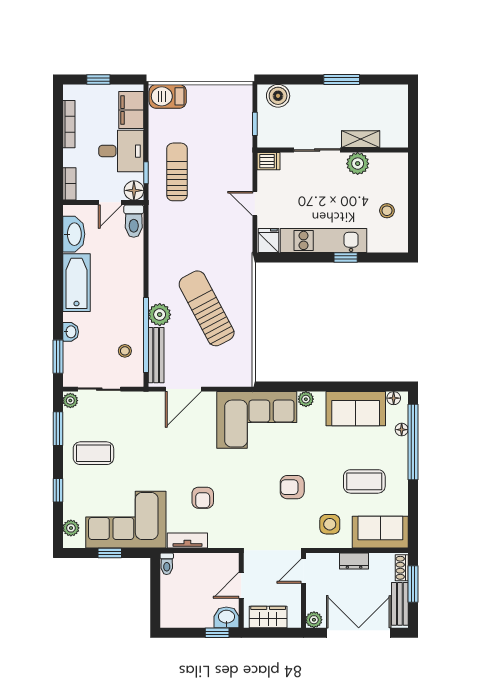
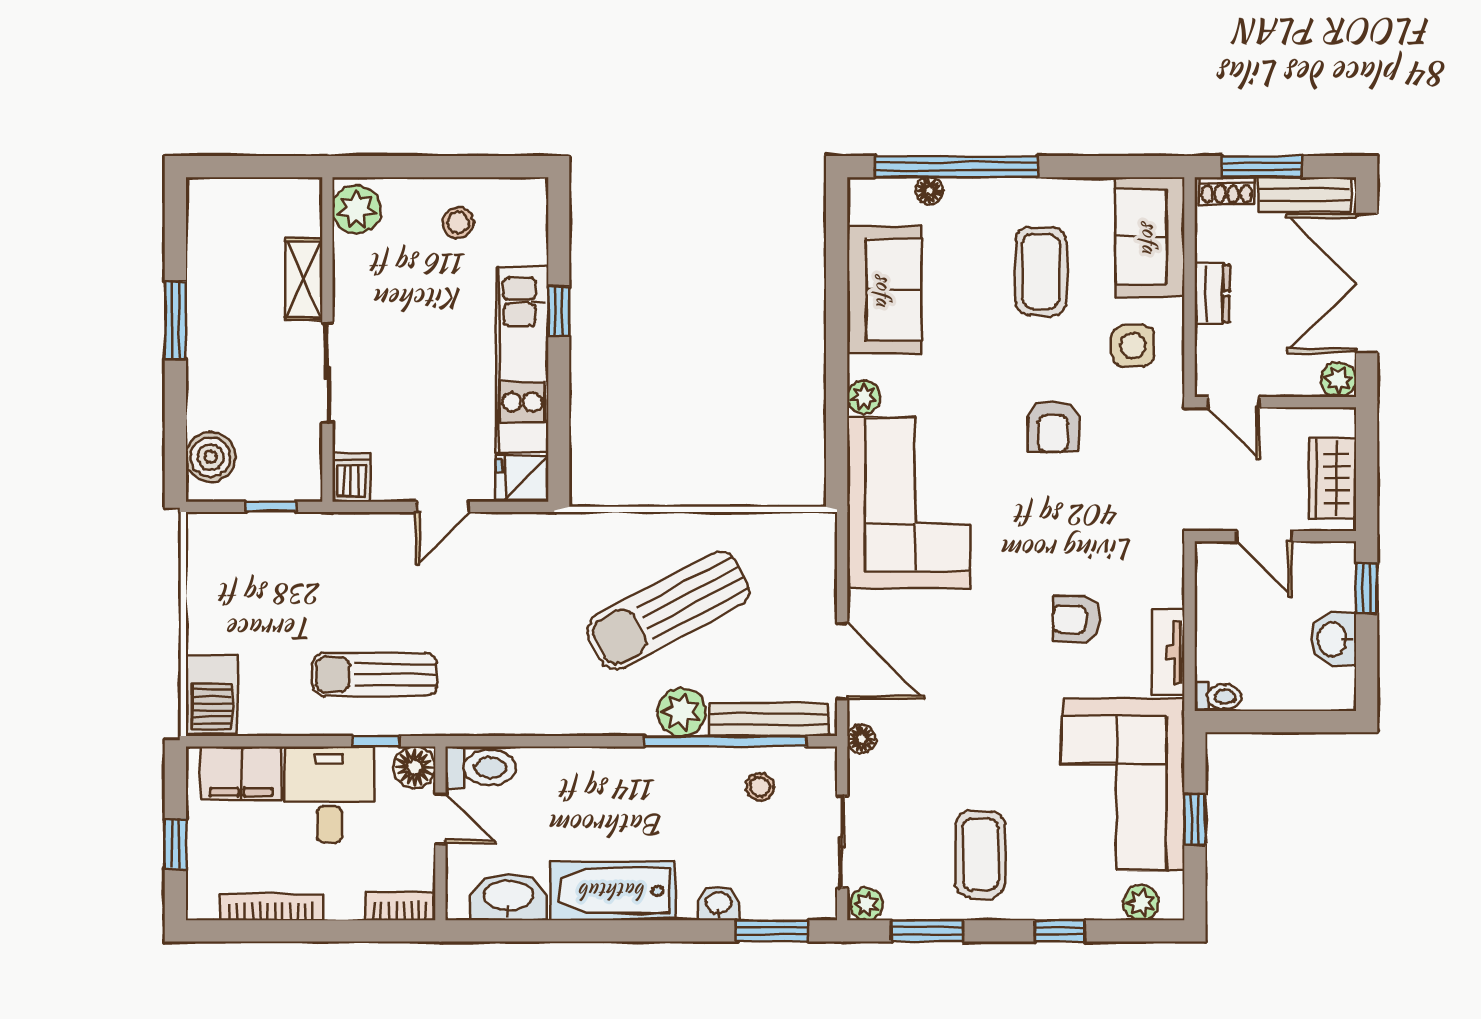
plant: (358, 164) -> (356, 210), moved
floor lamp: (394, 398) -> (862, 739), moved
armchair: (203, 498) -> (1076, 619), turned 180
washbasin: (226, 617) -> (1333, 639), moved

